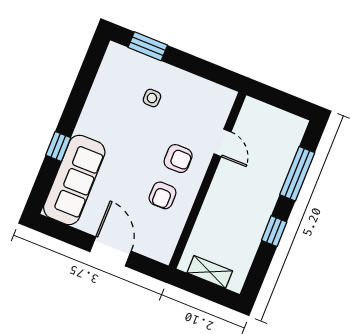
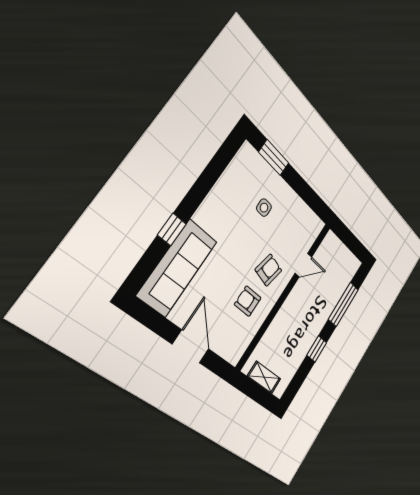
door: (222, 143) -> (303, 265), hinge flipped
armchair: (178, 159) -> (268, 270), turned -77
armchair: (163, 195) -> (248, 301), turned 90

